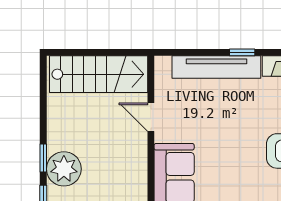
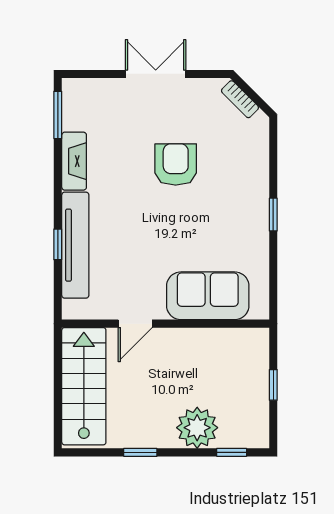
window: (242, 52) -> (58, 244), moved
window: (43, 158) -> (140, 452), moved

